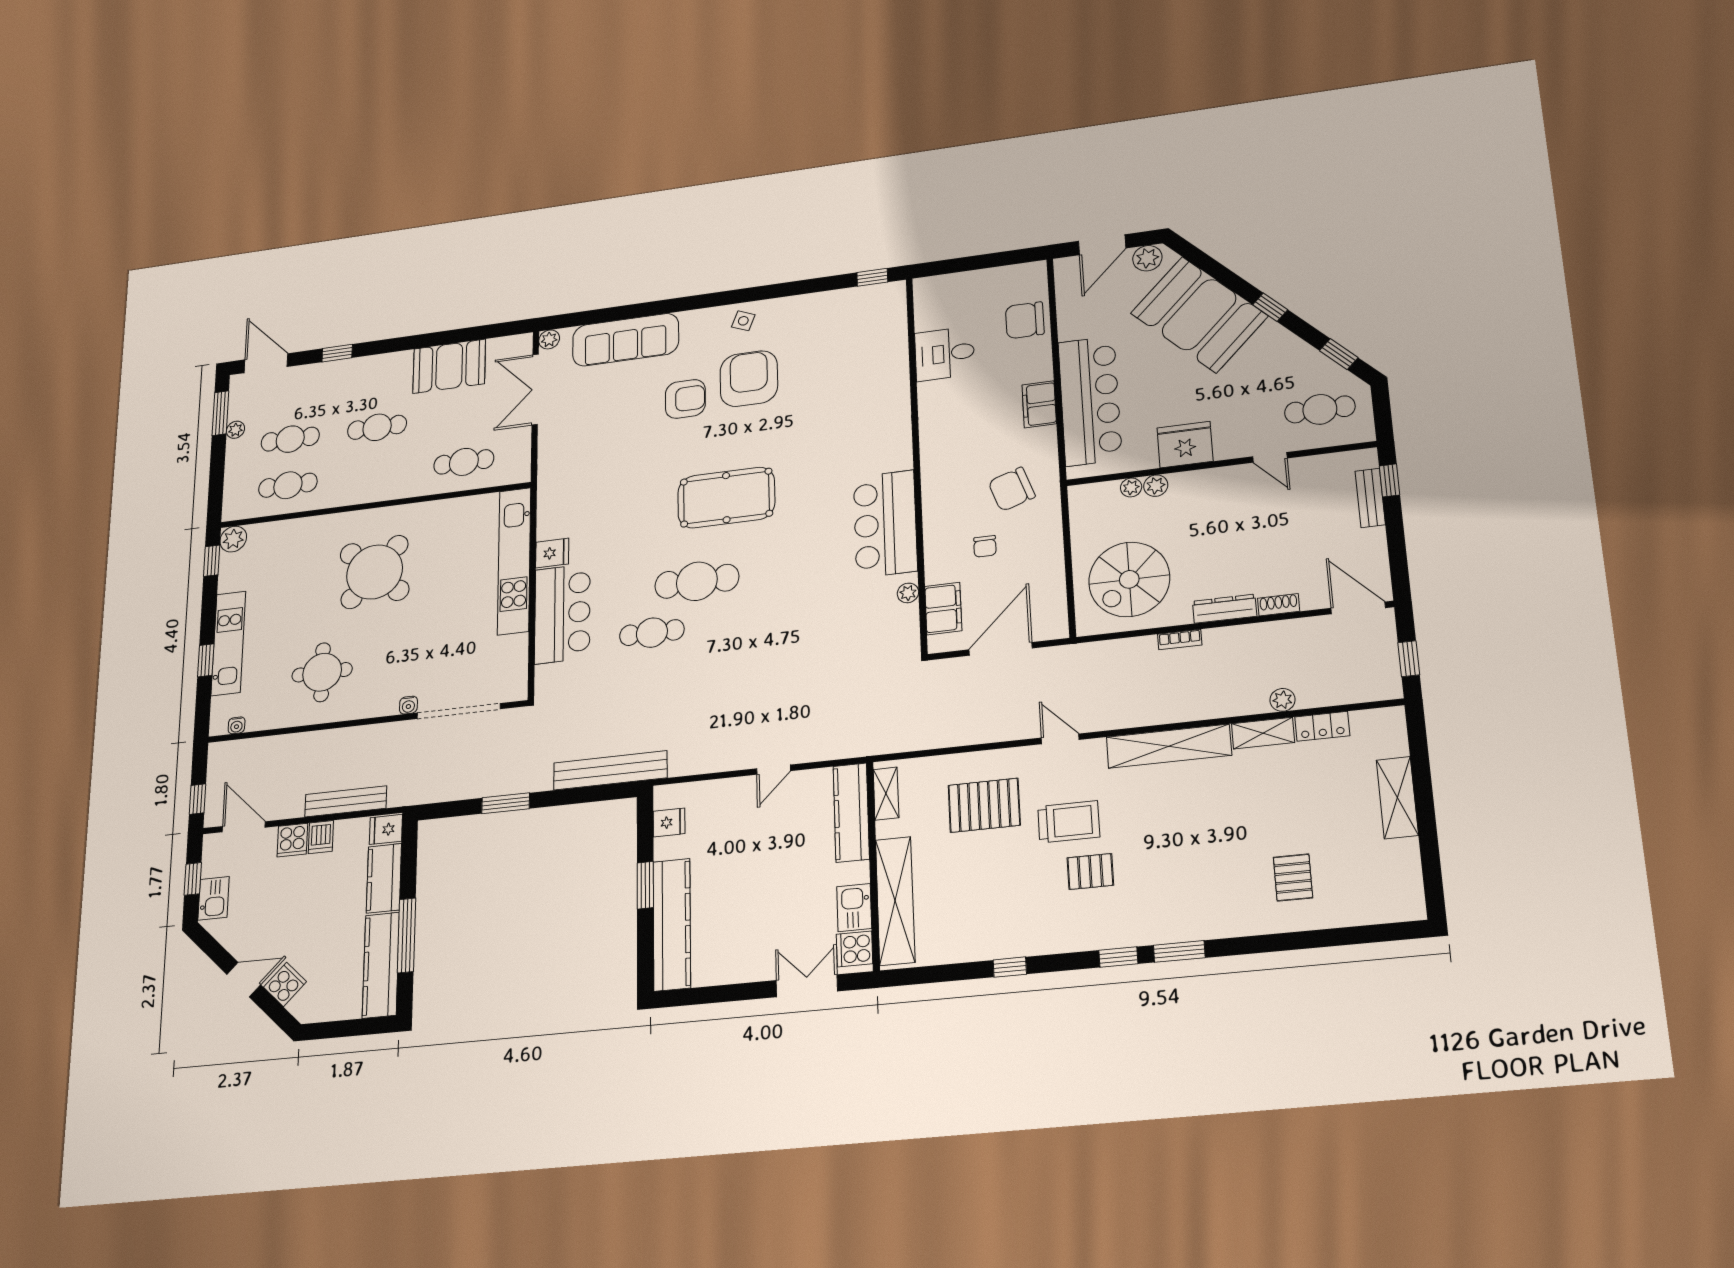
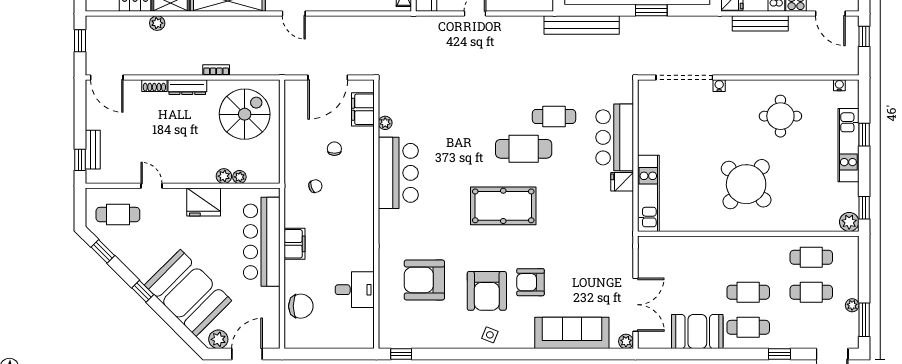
armchair: (841, 381) -> (424, 280), added
cafe table: (464, 462) -> (748, 327), moved
chair: (1012, 489) -> (315, 186), width x0.54, depth x0.54
kitchen unit: (514, 561) -> (648, 193), width x0.73

